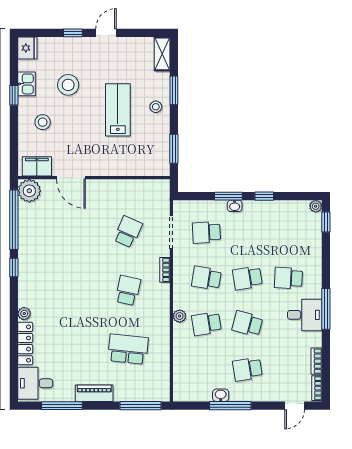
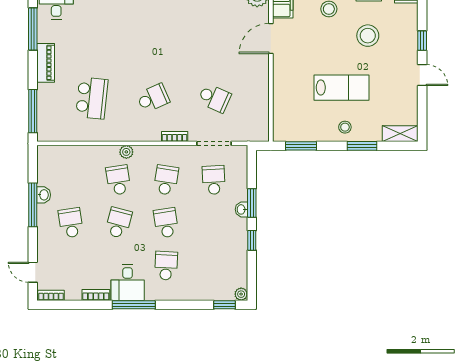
school desk: (128, 290) -> (153, 98), turned -36
bookcase: (317, 361) -> (96, 295), moved

